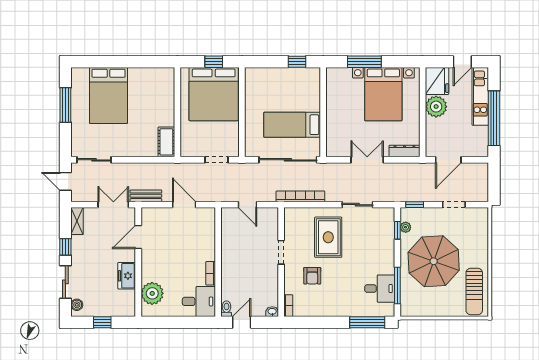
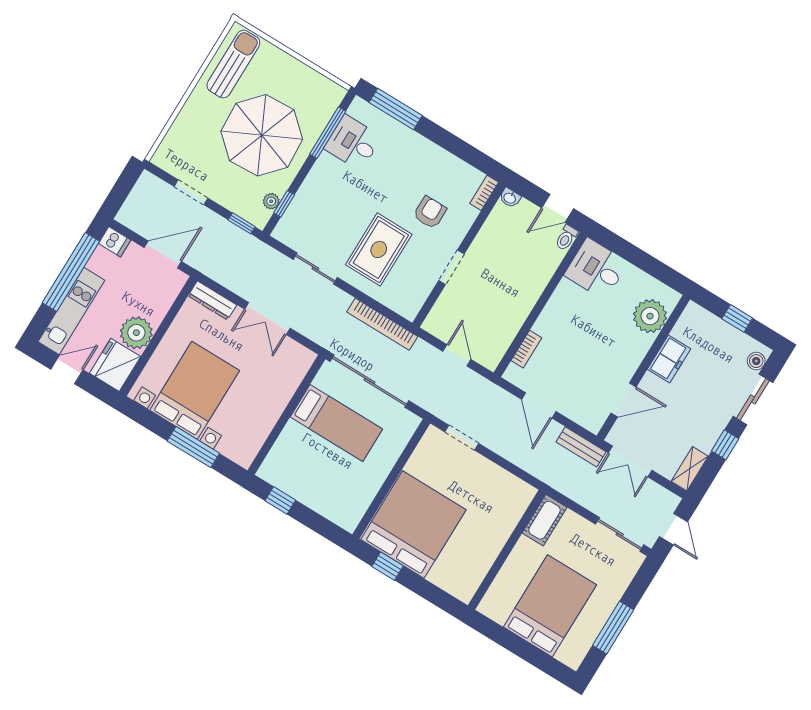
wall: (177, 112) -> (507, 550), moved
cot: (166, 142) -> (544, 520), moved
dishwasher: (480, 150) -> (115, 242), added
bookcase: (211, 273) -> (526, 349), moved

